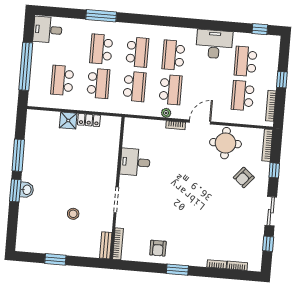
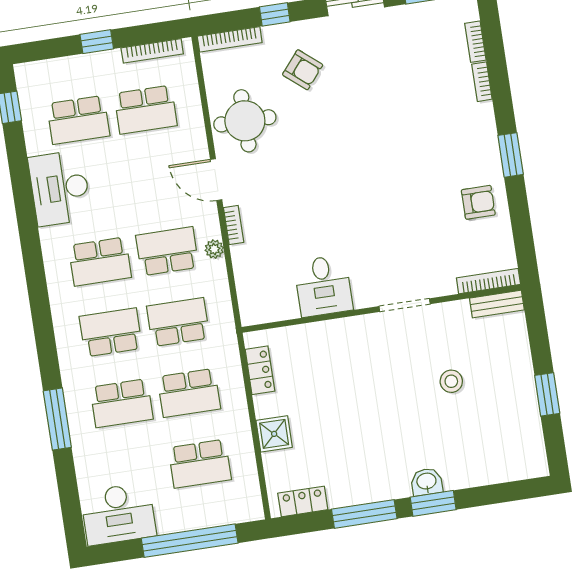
desk: (48, 30) -> (118, 514), width x1.37
school desk: (98, 83) -> (189, 393), turned 180
locker: (89, 120) -> (260, 370), moved
locker: (32, 127) -> (303, 501), added

